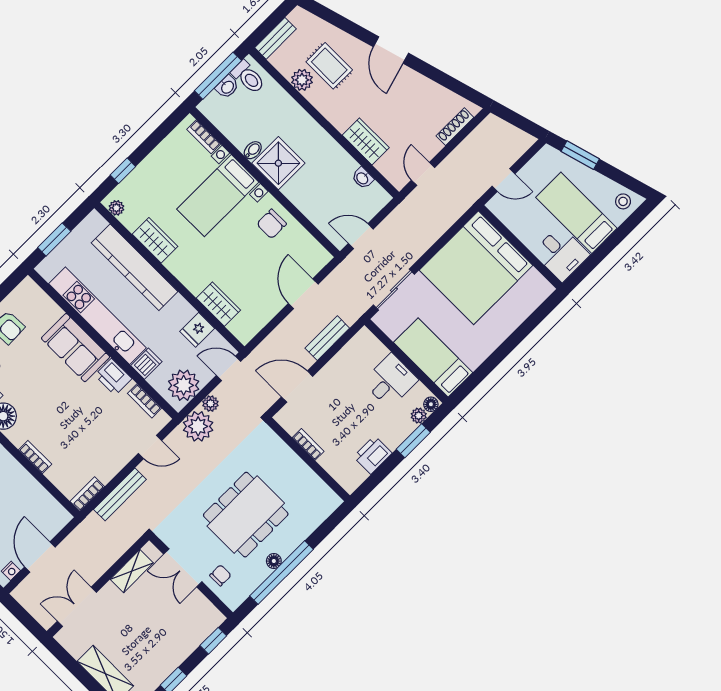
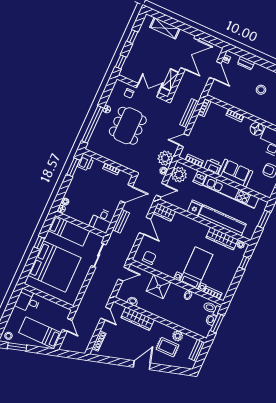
door: (391, 50) -> (142, 365), hinge flipped
window: (218, 76) -> (217, 323), width x0.69
toilet: (248, 77) -> (212, 308), moved
wardrobe: (366, 141) -> (138, 319), width x1.50
window: (580, 155) -> (17, 347), moved
shower: (278, 163) -> (159, 286), moved
door: (504, 180) -> (67, 325), swing flipped
bed: (576, 213) -> (40, 333), moved, turned 180
chair: (272, 224) -> (149, 258), moved
wardrobe: (155, 240) -> (222, 238), width x1.50
bed: (476, 268) -> (54, 266), moved, turned 90
door: (303, 294) -> (145, 226), moved
wardrobe: (218, 304) -> (164, 212), moved
fridge: (197, 330) -> (195, 208), moved
window: (498, 356) -> (39, 243), added
desk: (390, 381) -> (102, 220), moved
window: (413, 441) -> (73, 167), moved
printer: (373, 455) -> (86, 162), moved
window: (281, 573) -> (93, 124), moved
double door: (77, 607) -> (190, 54), width x1.37

